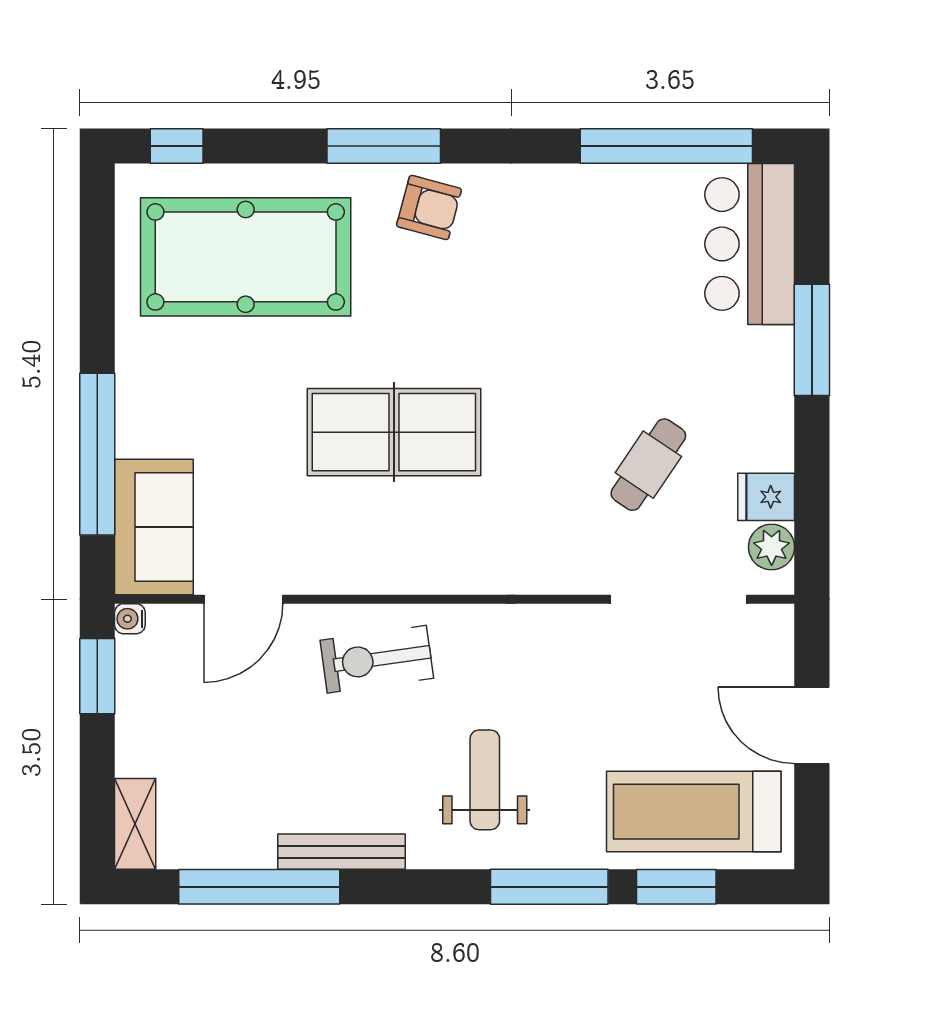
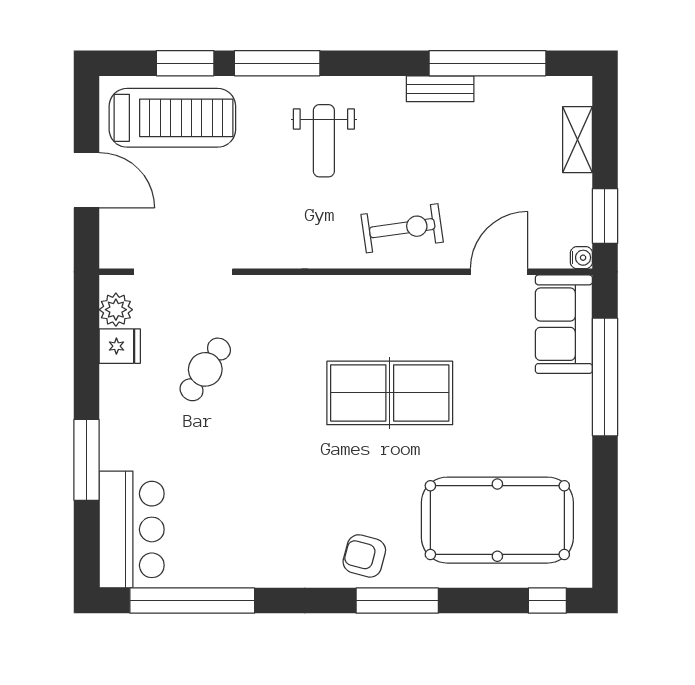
shelving: (135, 824) -> (577, 140), moved
bench: (342, 852) -> (440, 89), width x0.73

